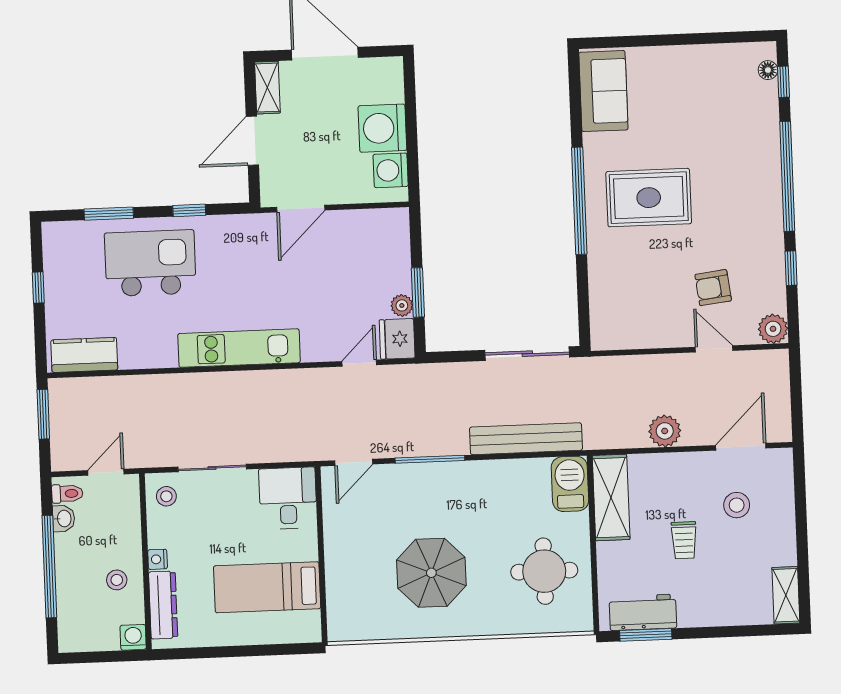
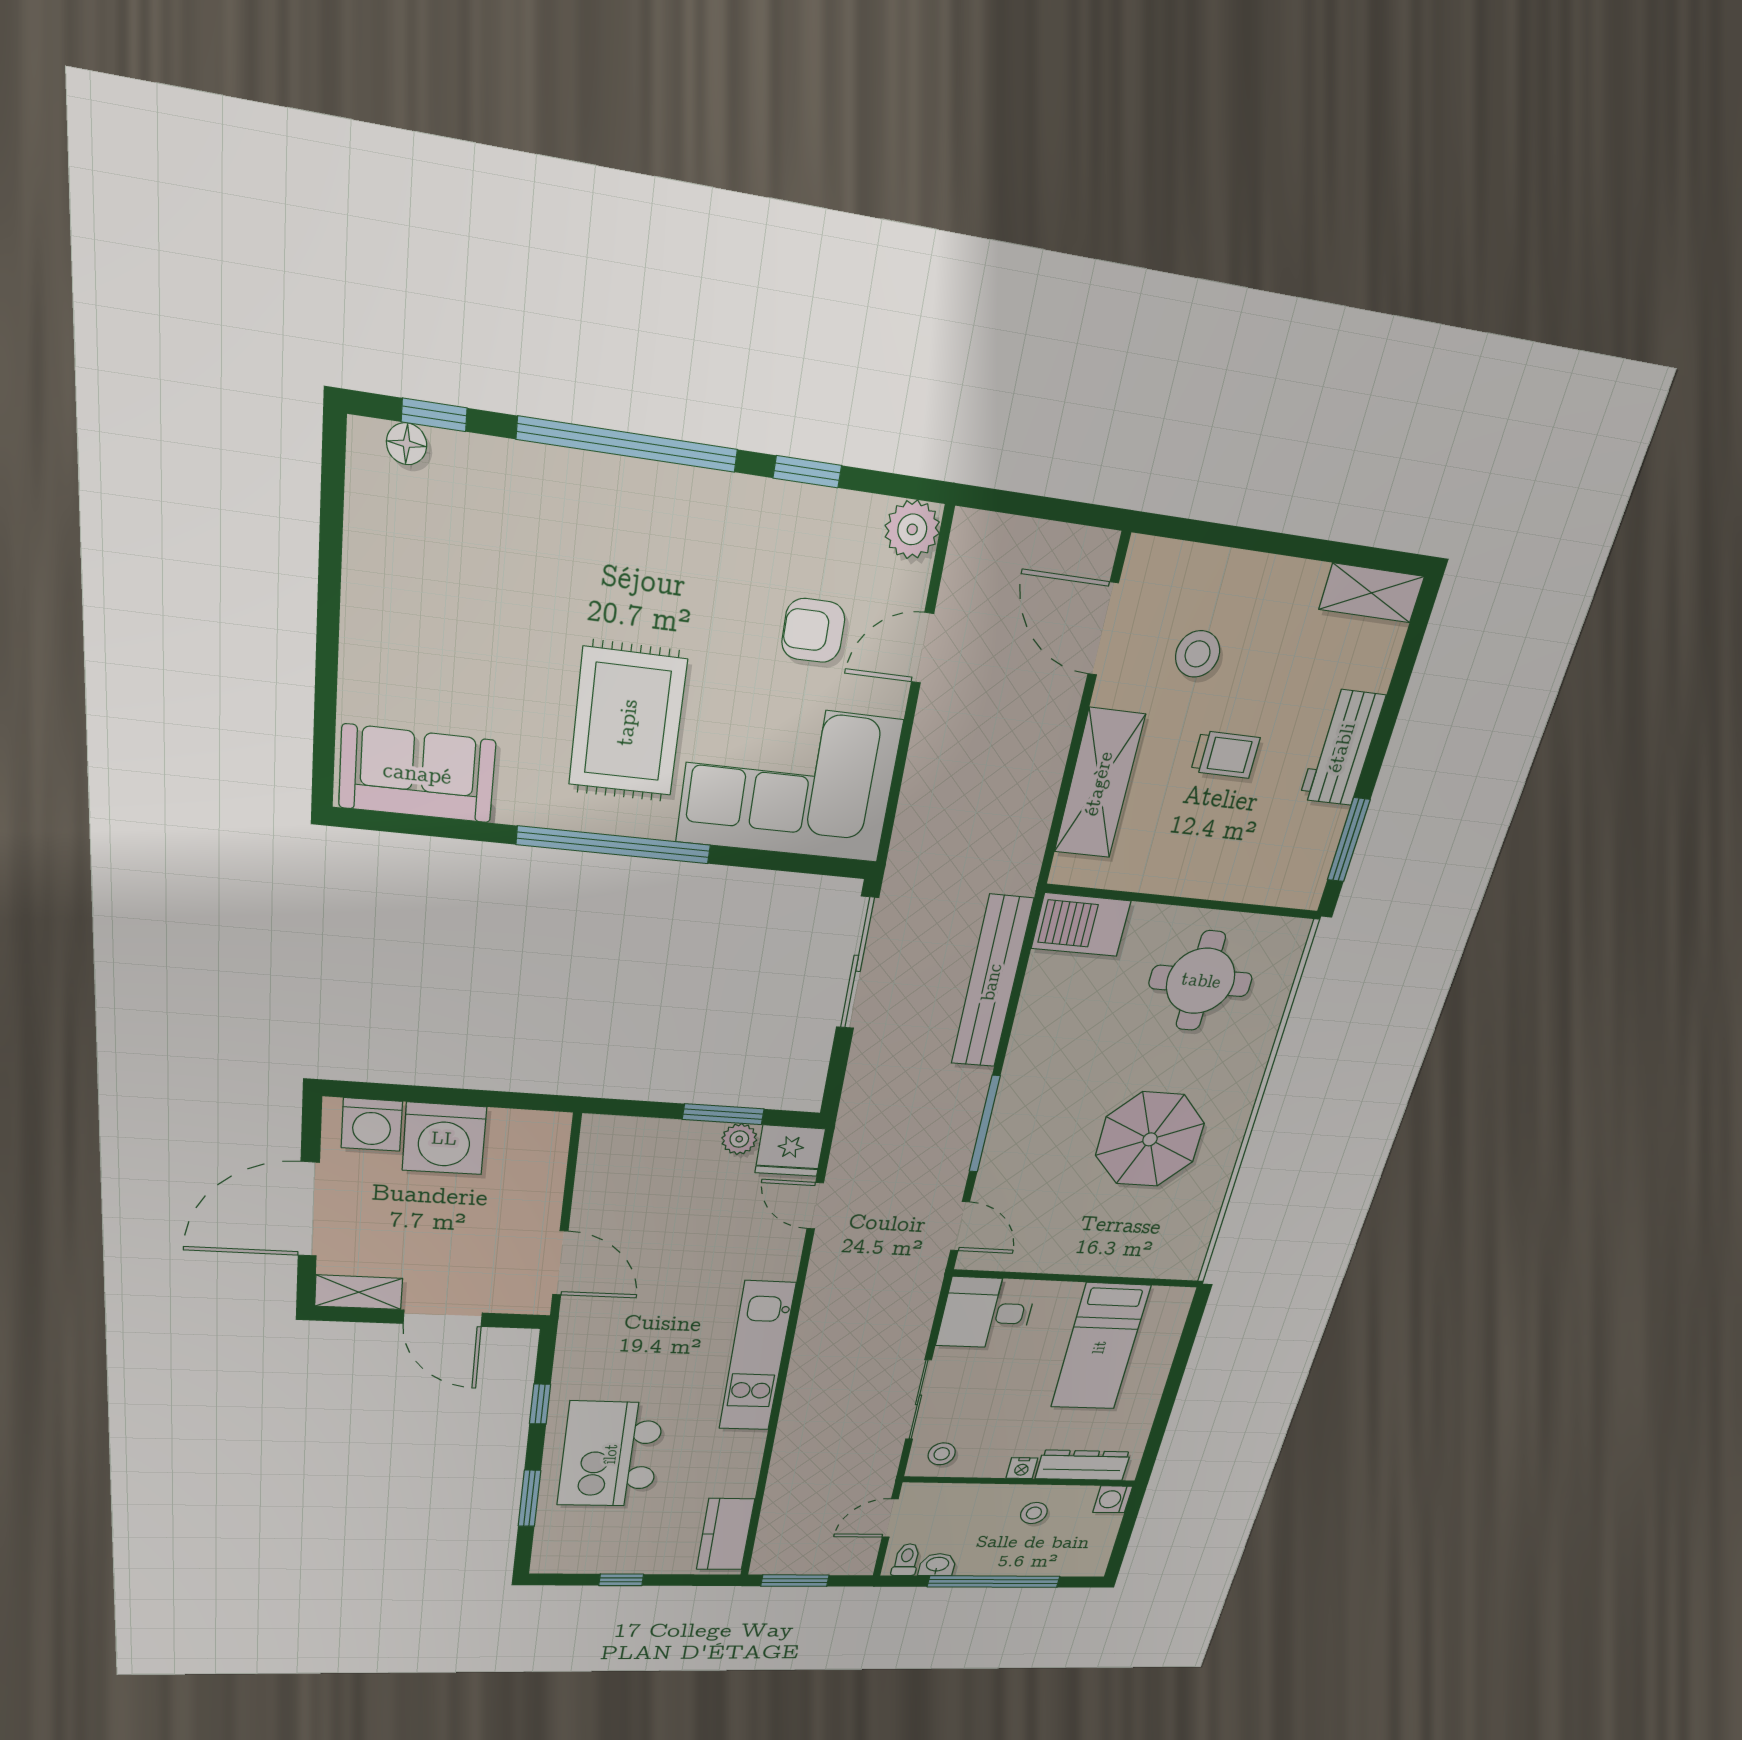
washing machine: (391, 170) -> (372, 1125), moved
armchair: (713, 288) -> (813, 631), turned 97
corner sofa: (630, 291) -> (789, 781), added
plant: (665, 431) -> (1040, 758), removed
door: (106, 472) -> (890, 1518), hinge flipped
shelving: (611, 498) -> (1099, 784), moved, turned 90
workbench: (643, 612) -> (1342, 748), moved

